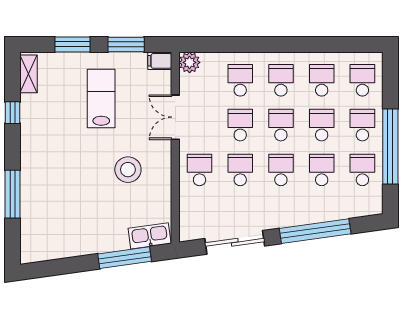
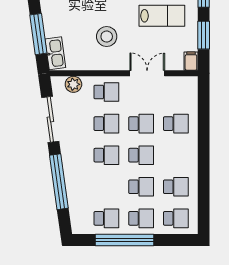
plant: (190, 62) -> (73, 84), moved
school desk: (281, 80) -> (176, 155), removed
school desk: (322, 170) -> (106, 187), removed

